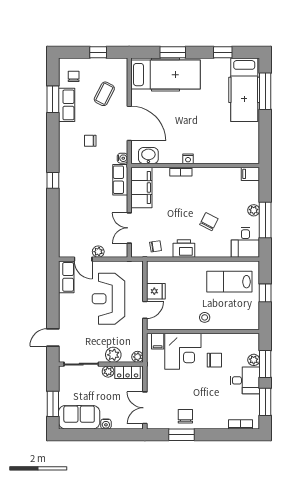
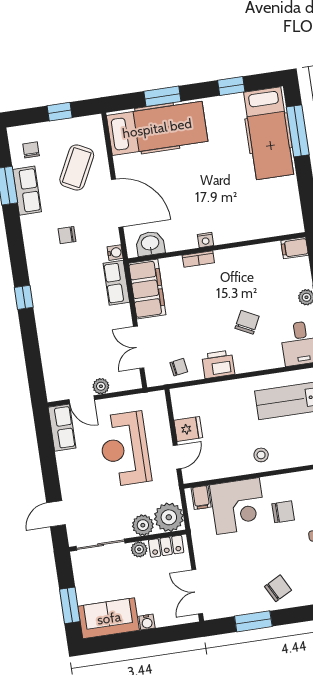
coffee table: (104, 94) -> (77, 168), width x1.36, depth x1.30
plant: (138, 357) -> (169, 517), width x1.87, depth x1.87
chair: (185, 416) -> (278, 588), moved, turned 62

